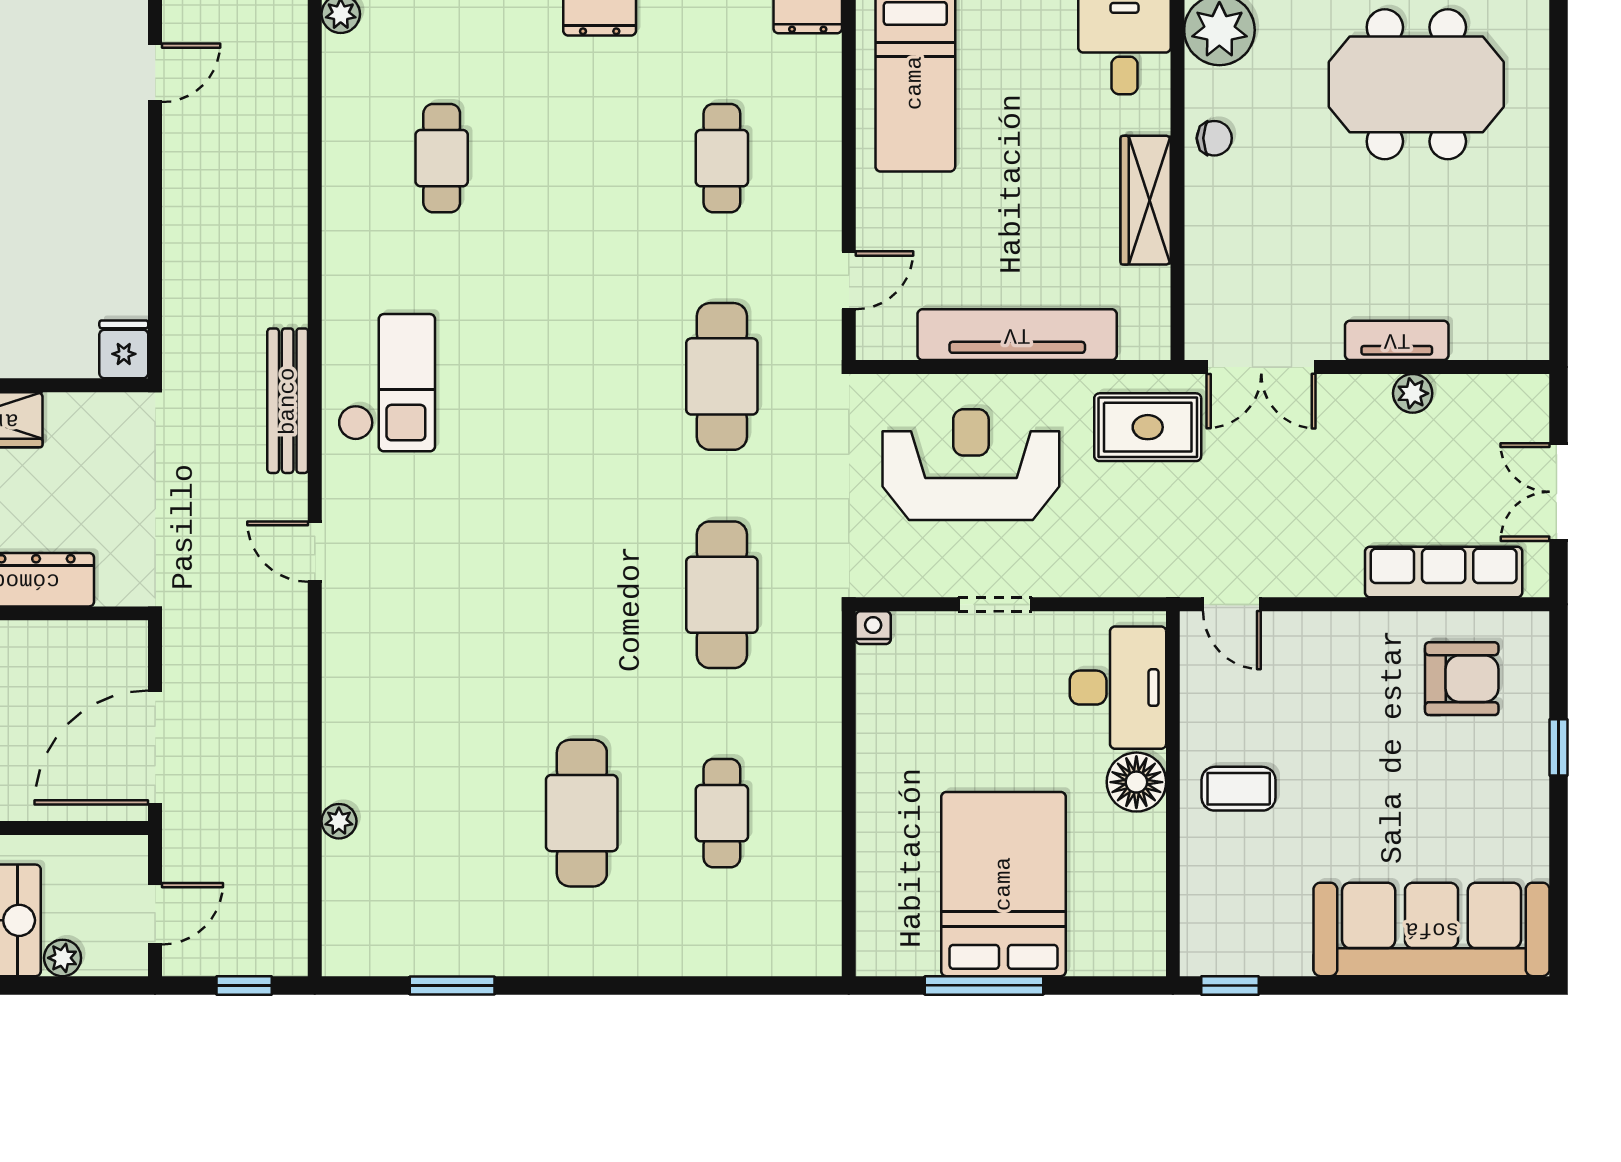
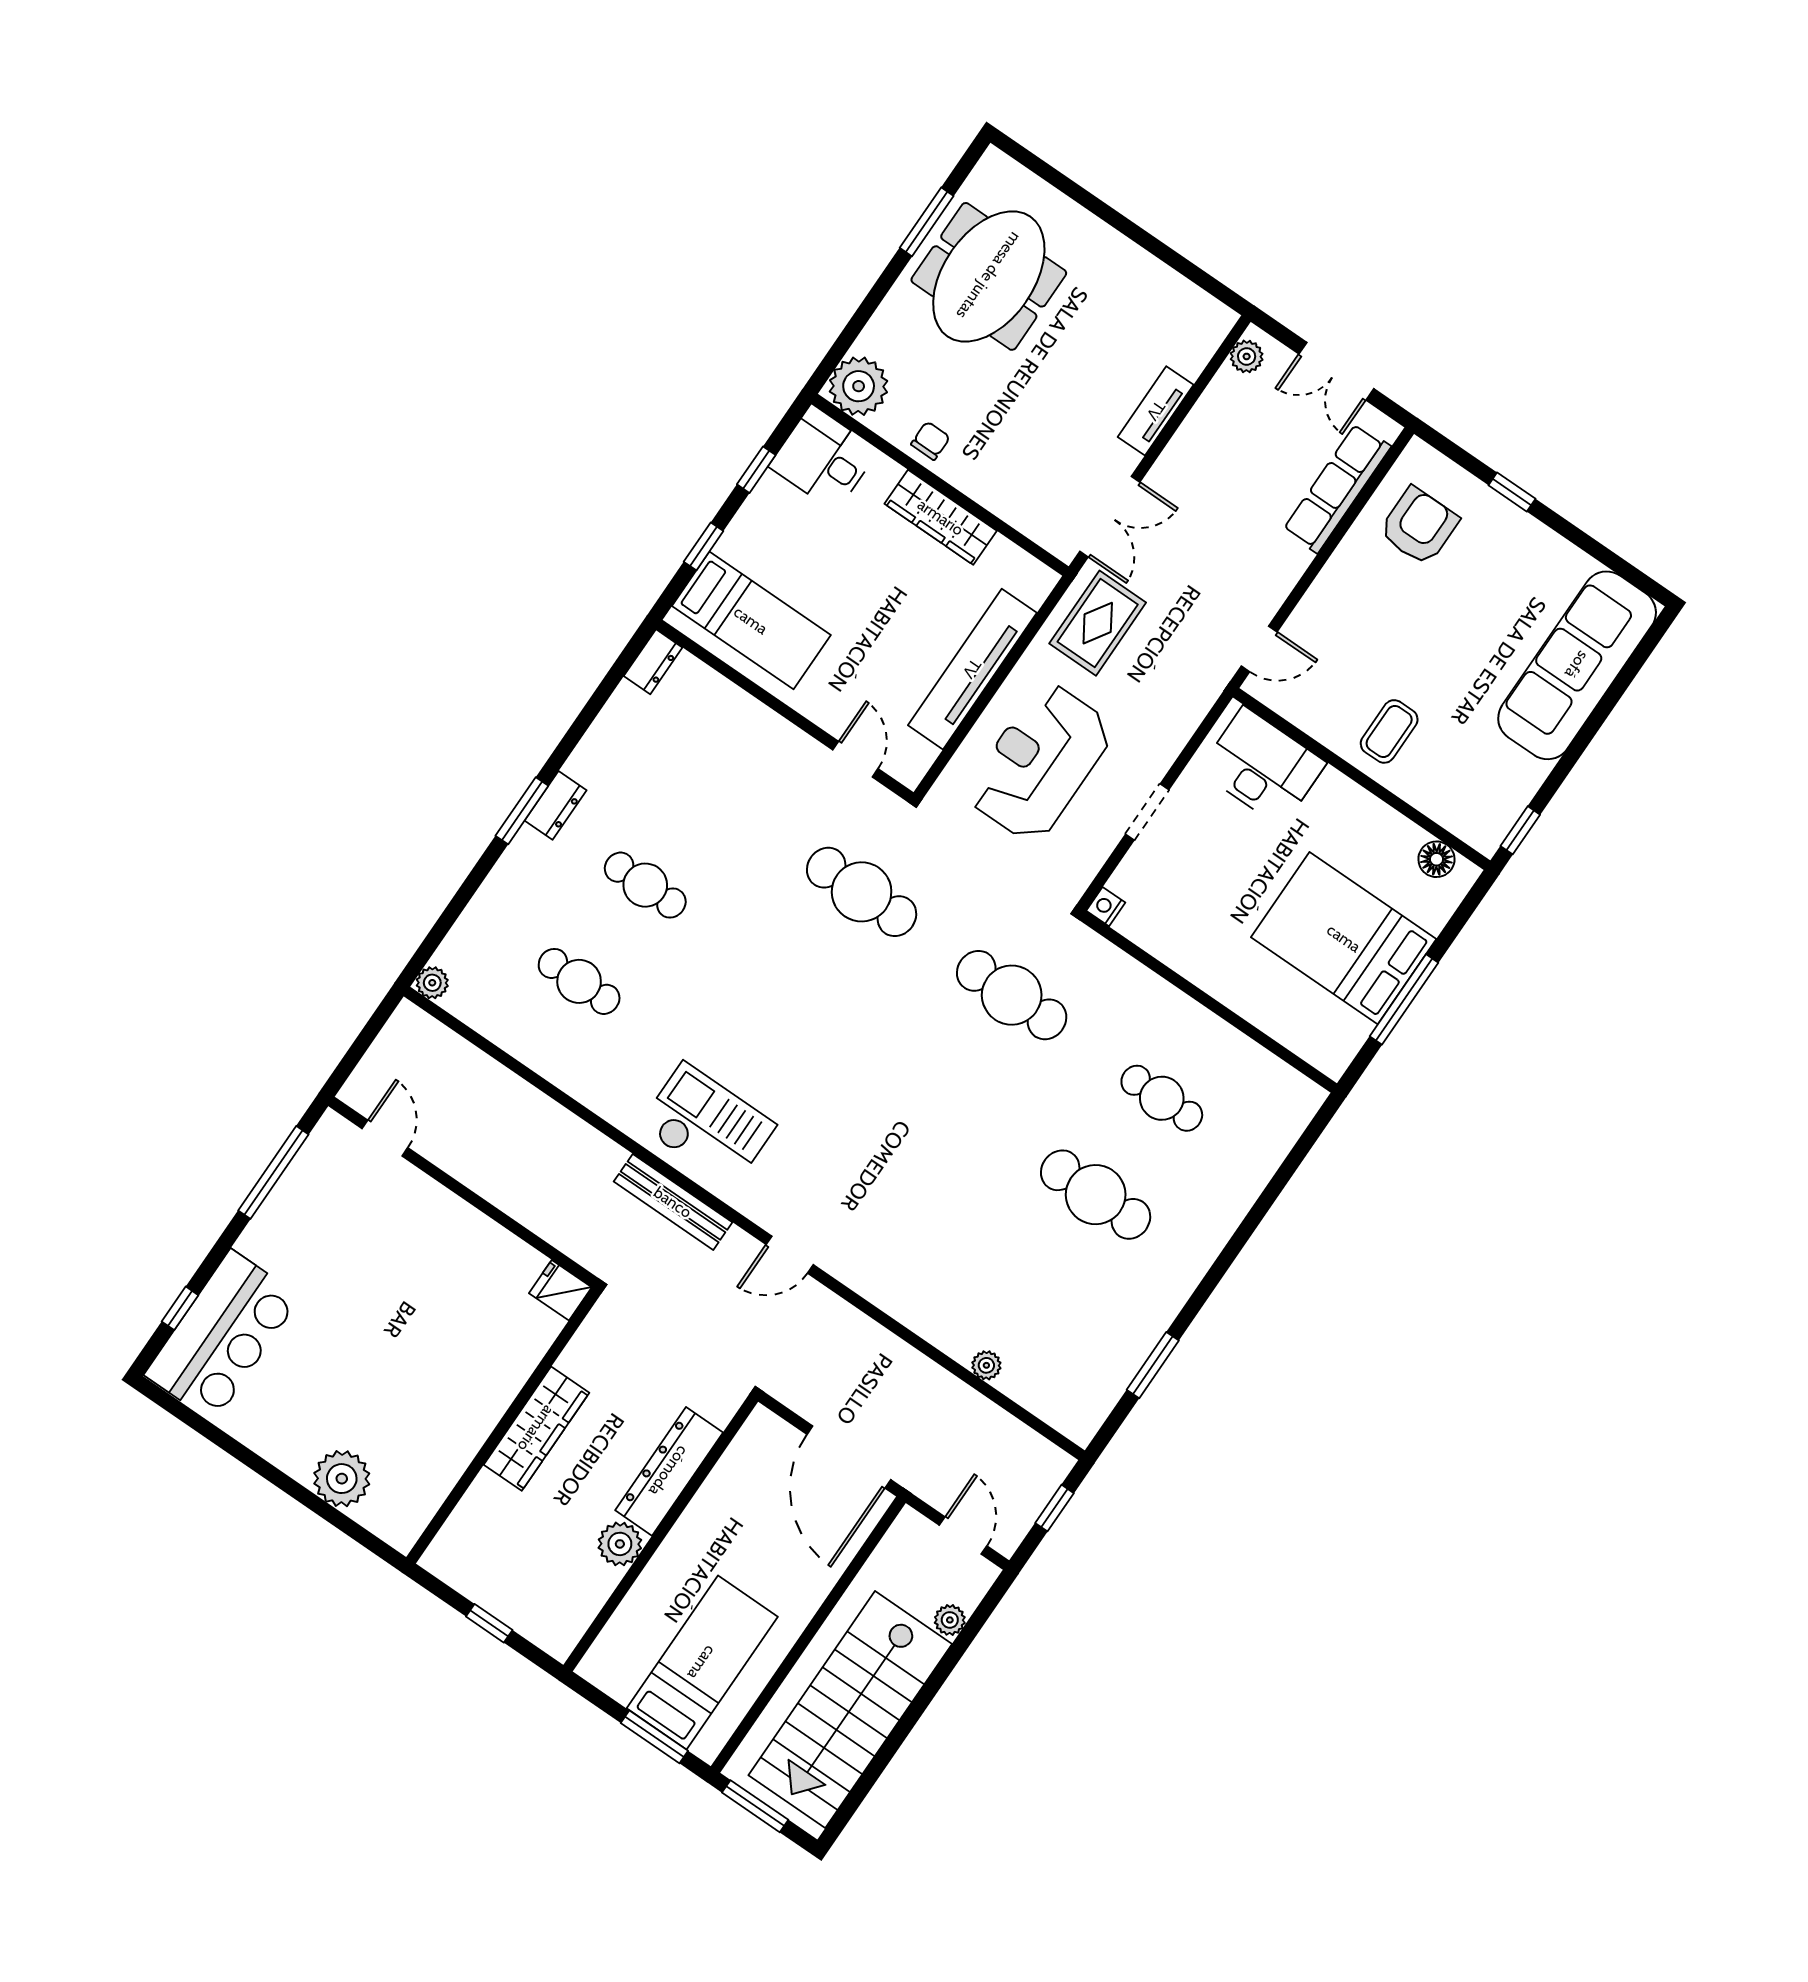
cafe table: (722, 158) -> (645, 885), moved
plant: (1413, 393) -> (1247, 356), moved
floor lamp: (1136, 782) -> (1436, 859), moved, width x0.73, depth x0.73

